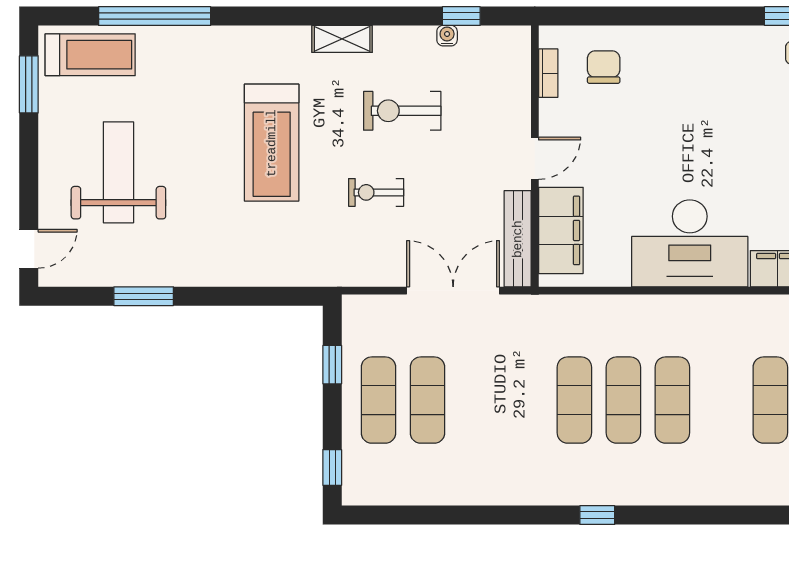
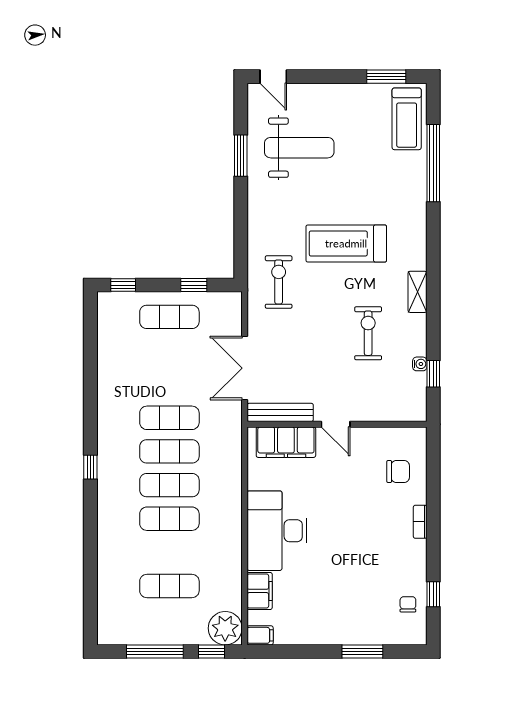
bookcase: (548, 73) -> (420, 522), moved, turned 90
weight bench: (118, 172) -> (299, 148), moved
exercise bike: (376, 192) -> (279, 282), moved, width x1.38, depth x1.39
double door: (453, 291) -> (245, 368), swing flipped
exercise mat: (427, 400) -> (169, 418), moved

